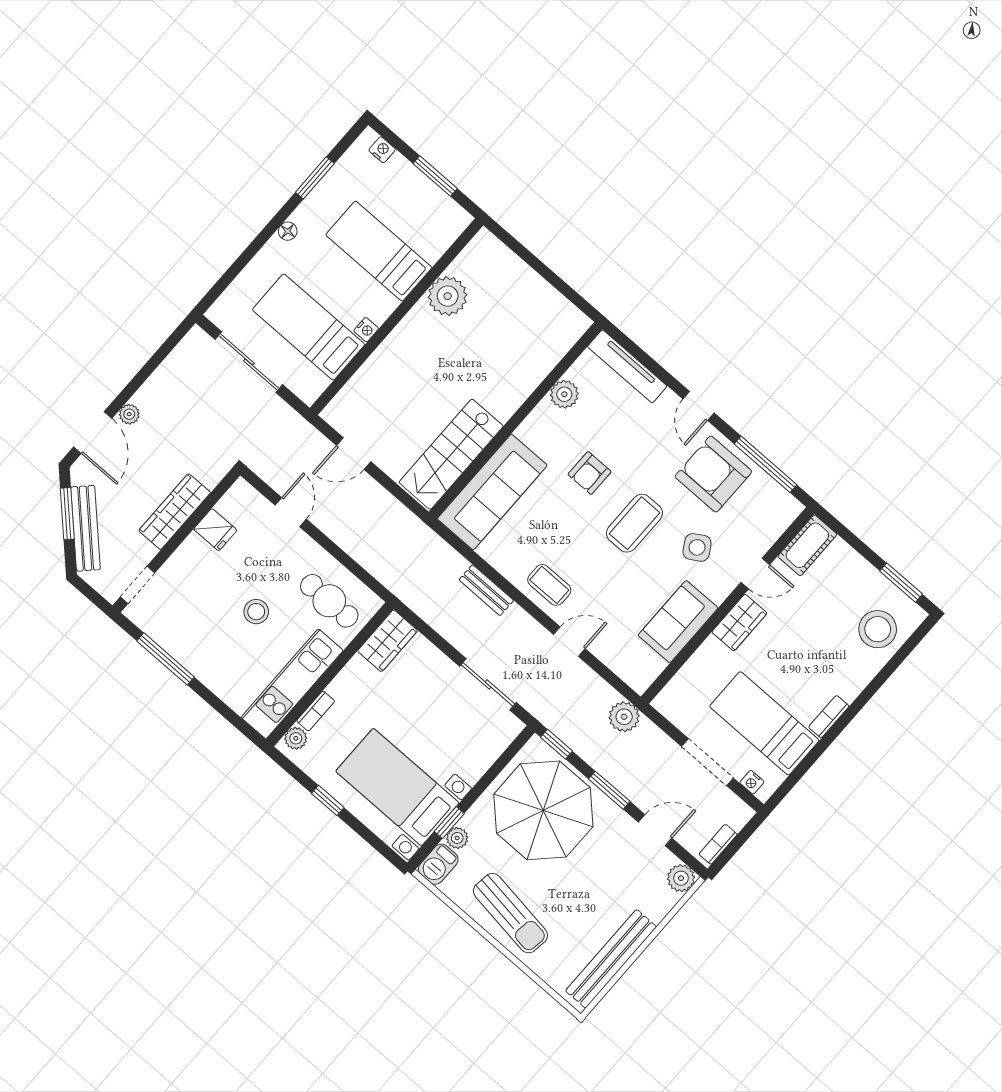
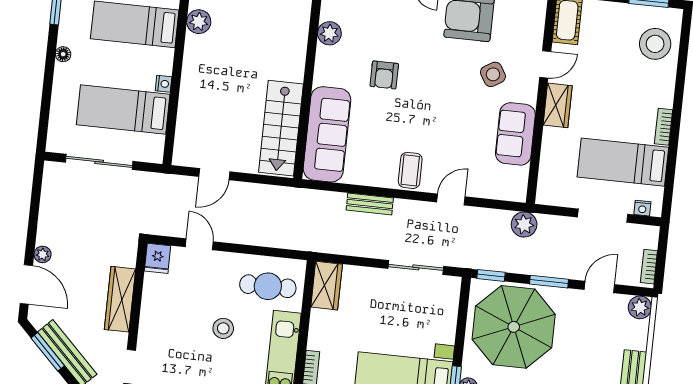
plant: (448, 296) -> (199, 22), width x0.73, depth x0.73
coffee table: (634, 523) -> (439, 88), removed
fridge: (215, 530) -> (158, 258), moved, turned 90
coffee table: (549, 585) -> (410, 170), turned 90

